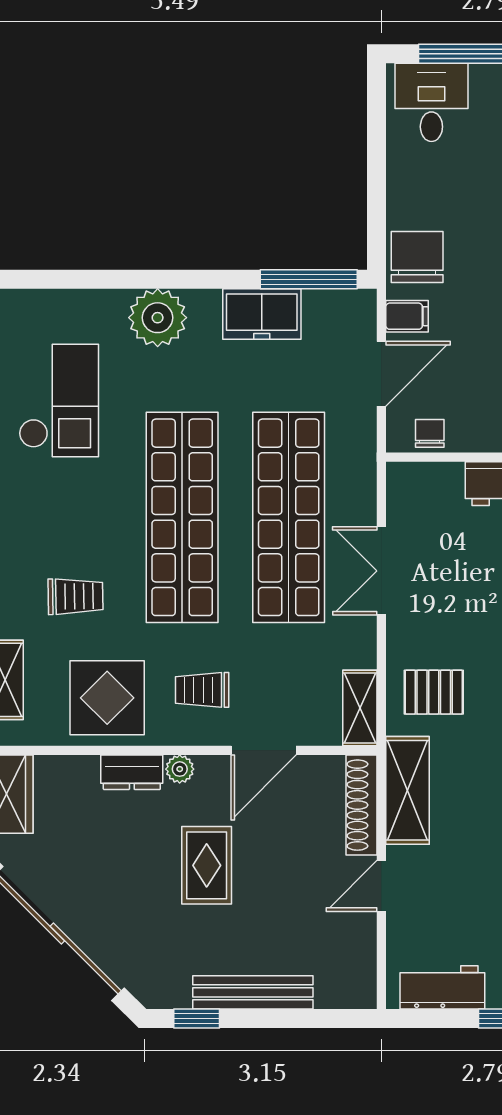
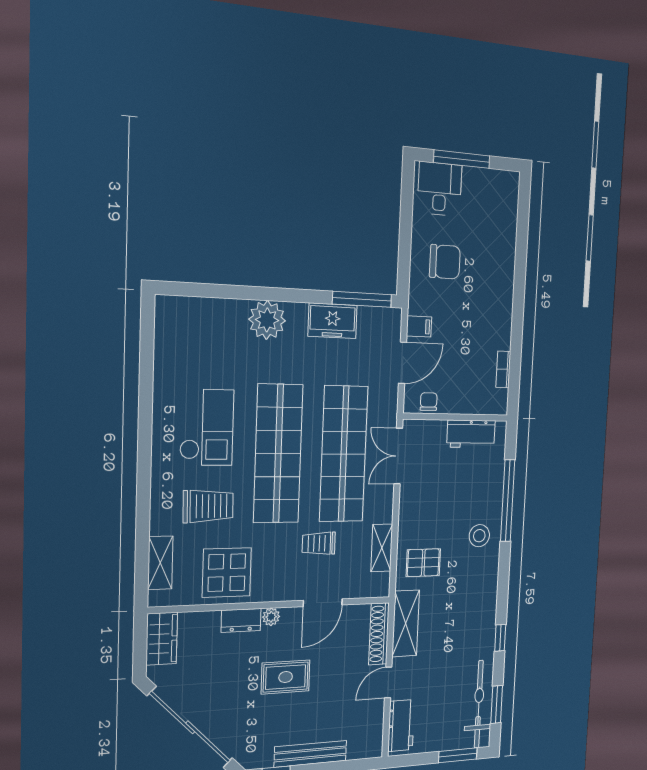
chair: (417, 257) -> (445, 262), moved, turned 90
checkout: (59, 401) -> (207, 427), moved
double door: (381, 571) -> (398, 456), moved
trolley: (75, 596) -> (208, 506), width x1.36, depth x1.39
trolley: (202, 690) -> (319, 543), moved
shelving: (360, 708) -> (382, 548), moved
rug: (207, 865) -> (286, 677), turned 90
workbench: (442, 987) -> (401, 726), moved, turned 90

